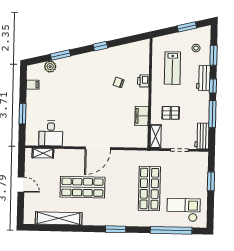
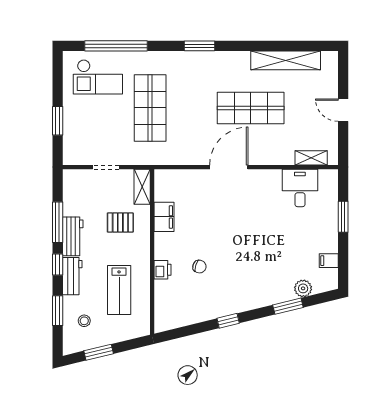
lab bench: (172, 68) -> (119, 290), turned 180
workbench: (202, 136) -> (73, 236), moved

